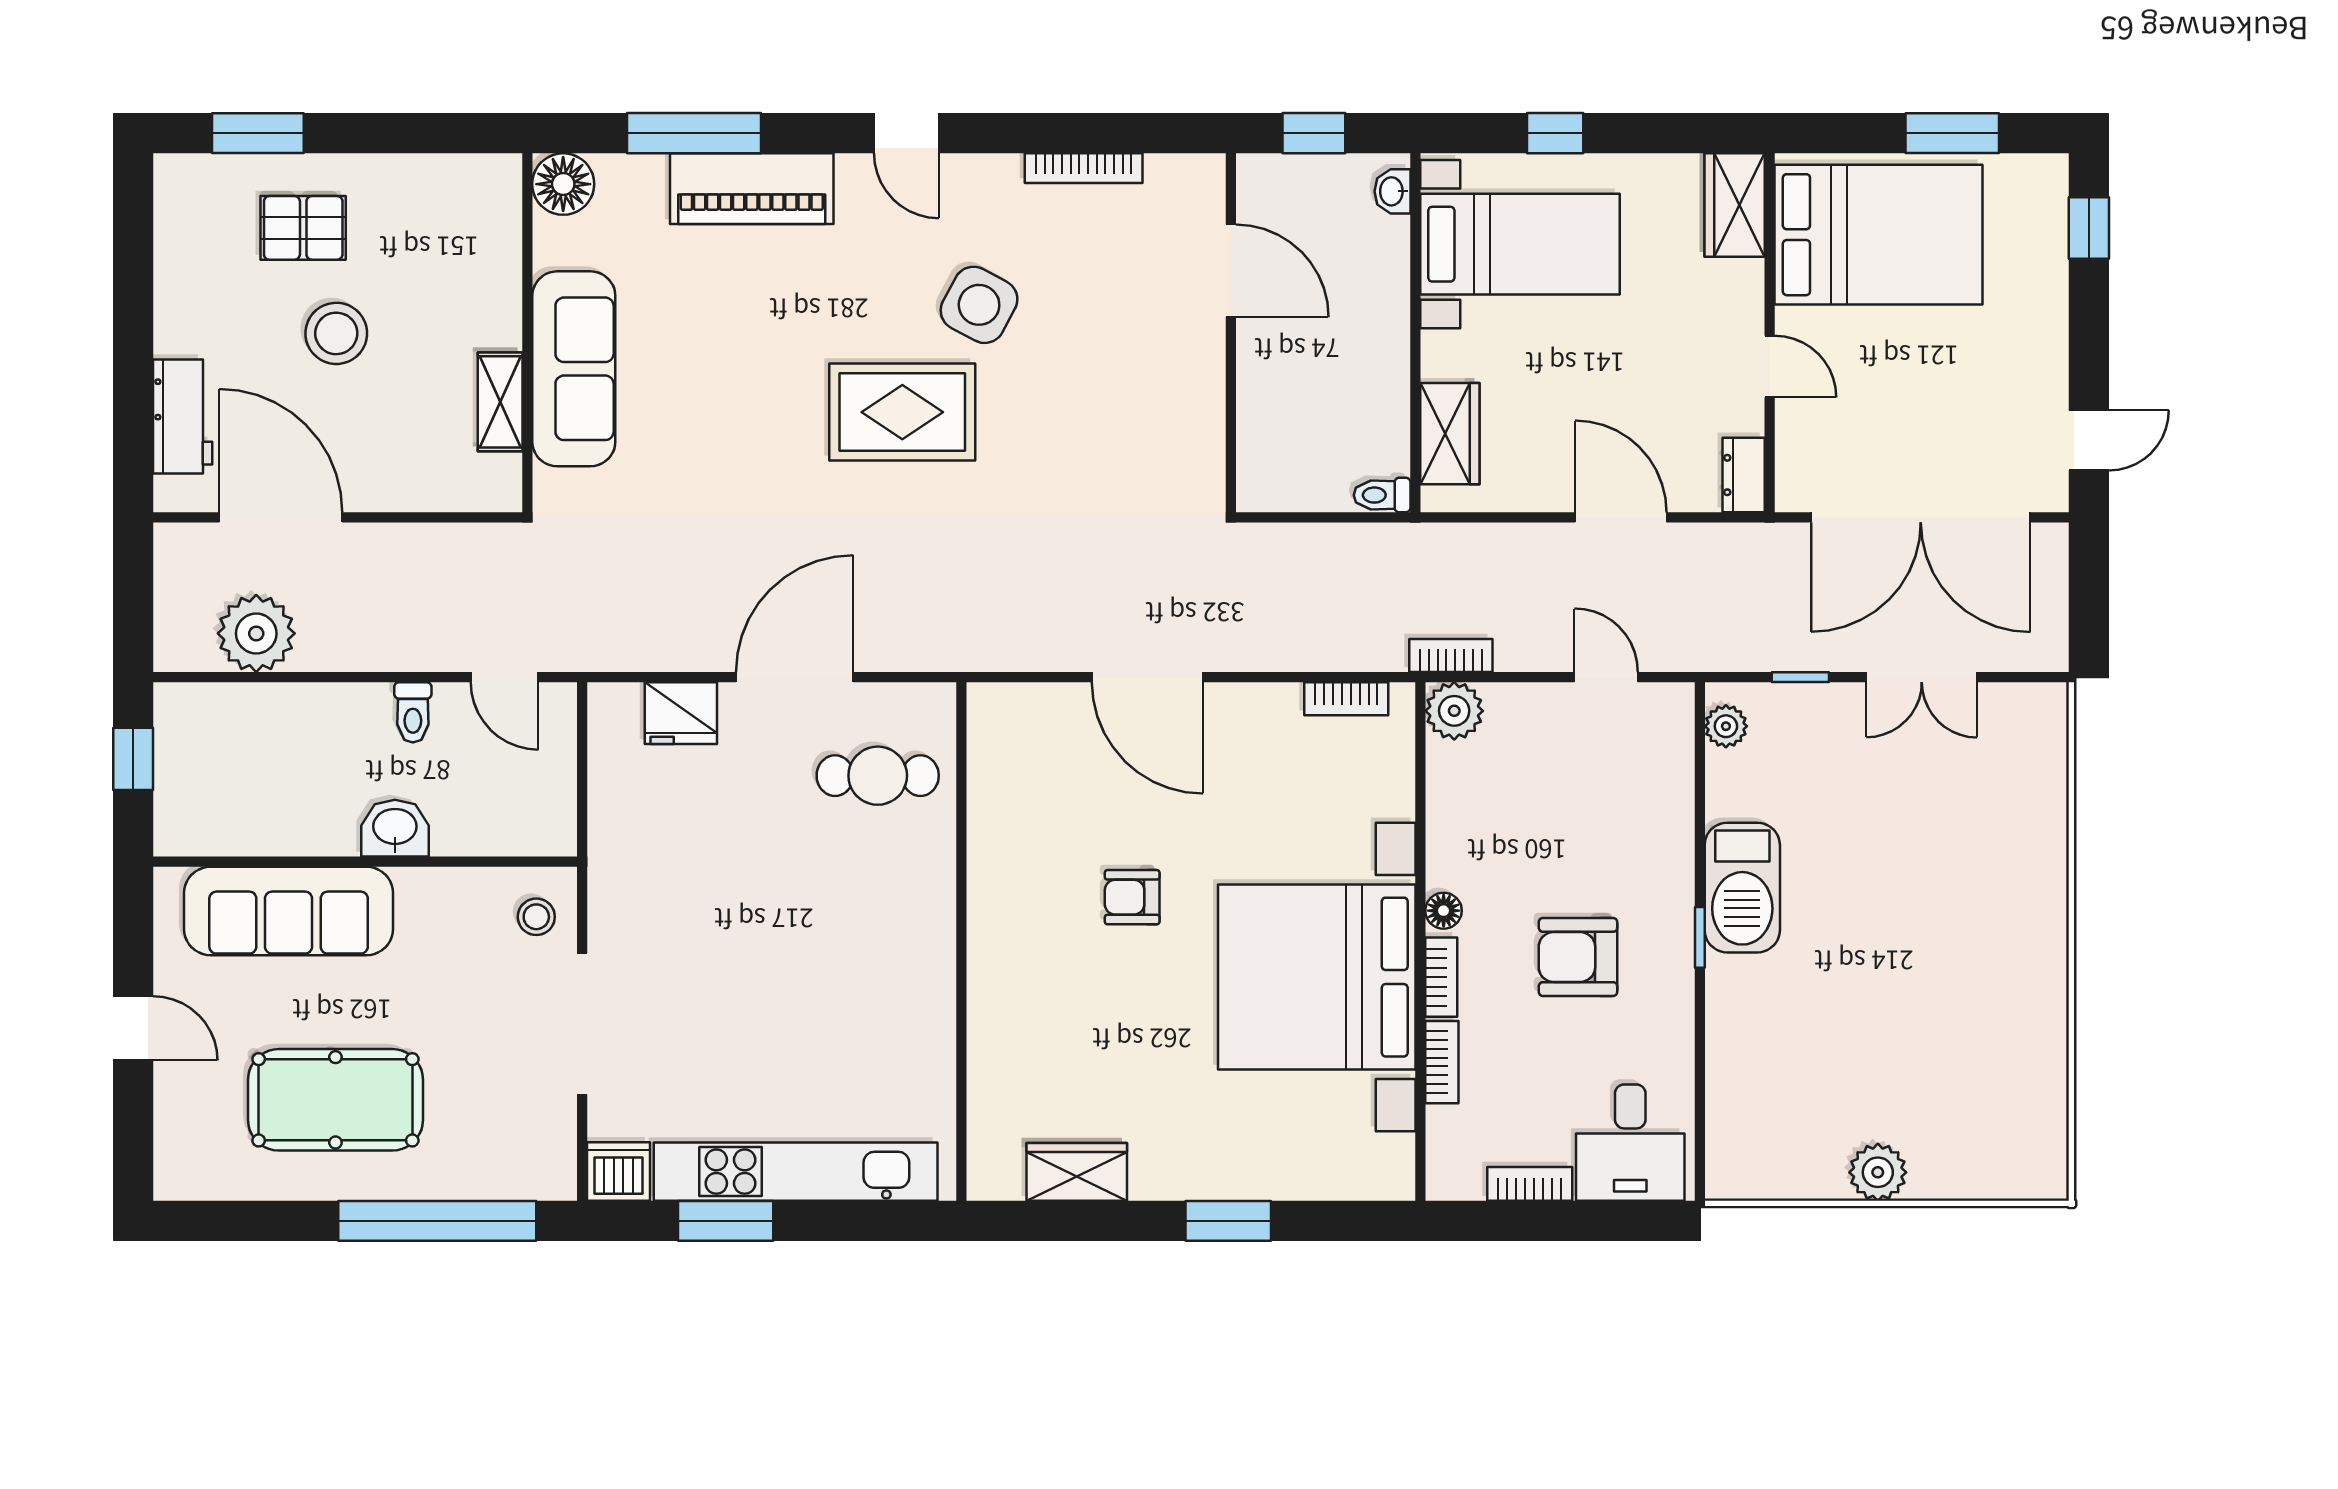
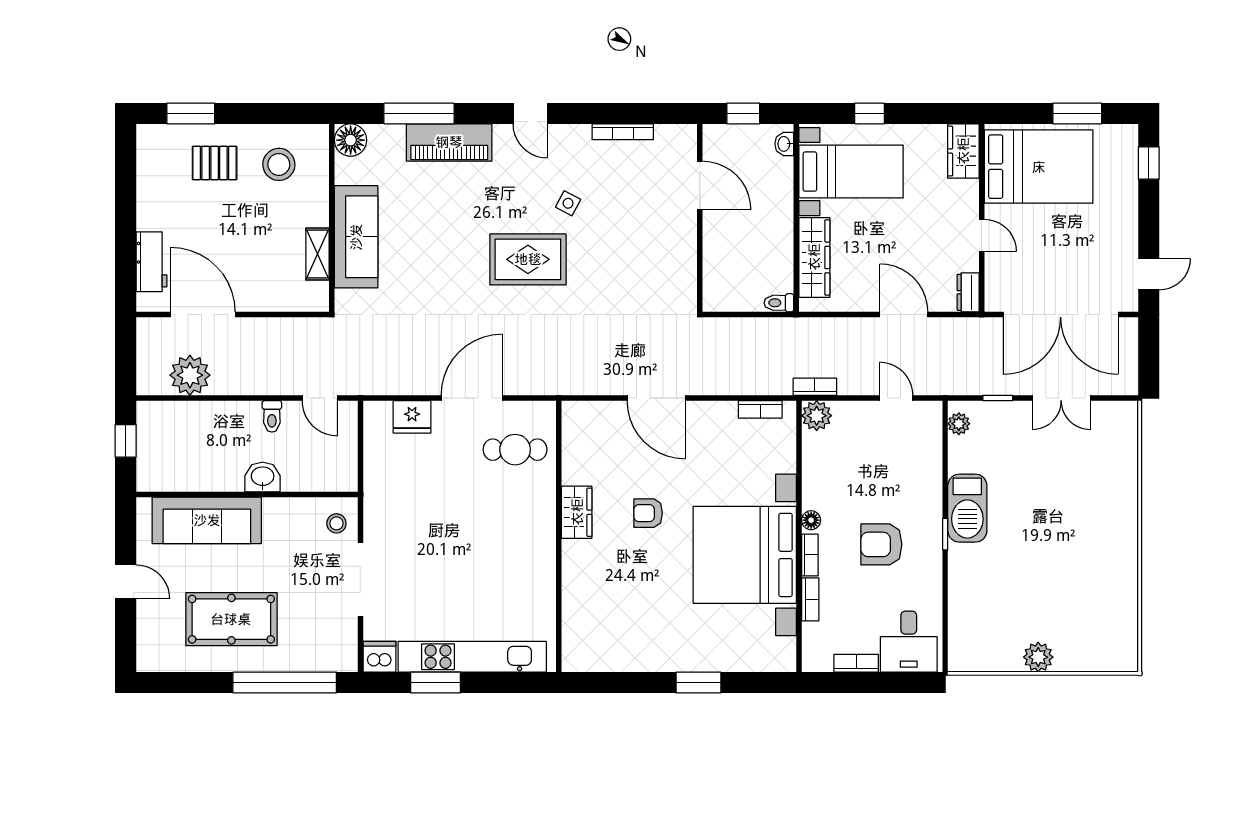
side table: (979, 305) -> (568, 203), width x0.54, depth x0.54
stool: (336, 333) -> (279, 164), moved
wardrobe: (1450, 434) -> (814, 257), width x1.50
wardrobe: (1077, 1172) -> (577, 512), moved, turned 90

